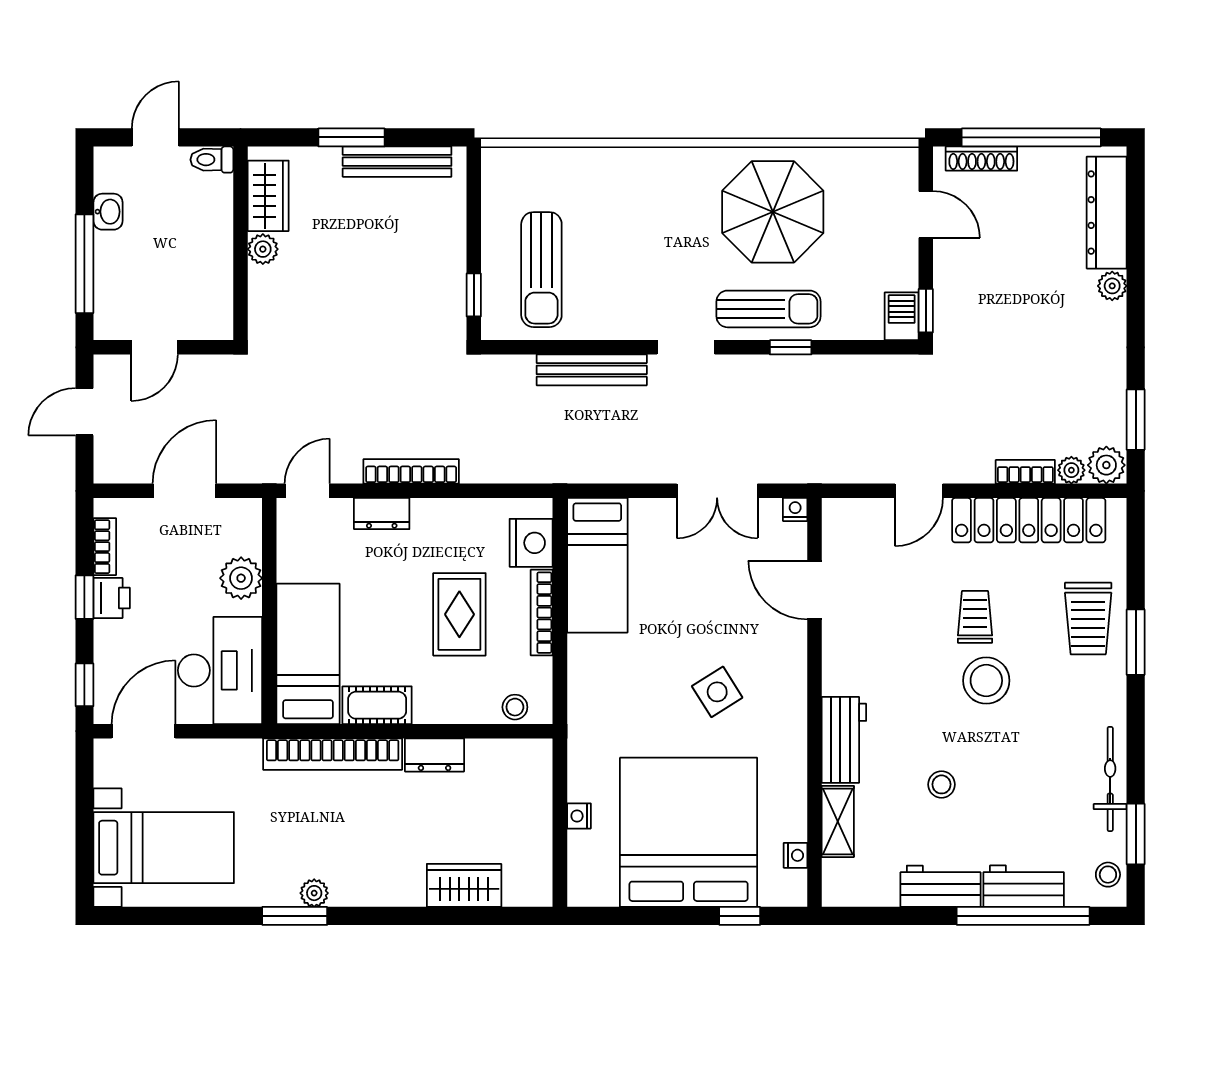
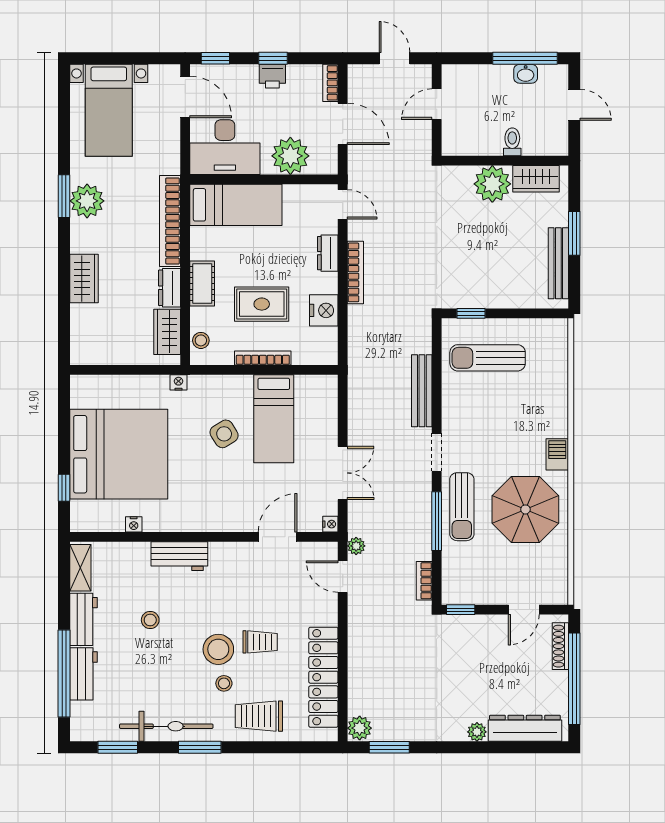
toilet: (212, 160) -> (512, 142), moved
plant: (263, 249) -> (492, 184), width x1.87, depth x1.87
window: (84, 264) -> (525, 58), moved
barbecue: (902, 316) -> (557, 454), moved, turned -90
door: (154, 347) -> (437, 104), hinge flipped
window: (791, 347) -> (437, 521), width x2.17
plant: (1071, 470) -> (356, 546), moved
bookcase: (1025, 472) -> (424, 581), moved, turned 180
double door: (717, 491) -> (343, 473), swing flipped
door: (919, 491) -> (343, 577), moved
nightstand: (531, 543) -> (324, 310), moved, turned -90
bookcase: (105, 547) -> (330, 83), moved, turned 90
bed: (597, 565) -> (274, 419), moved, turned -90
plant: (241, 578) -> (290, 156), width x1.36, depth x1.36
window: (1136, 642) -> (200, 747), moved
side table: (717, 692) -> (224, 434), moved
cot: (377, 705) -> (202, 283), moved
wardrobe: (502, 759) -> (167, 332), added
bicycle: (1110, 779) -> (166, 726), width x1.37, depth x1.40
nightstand: (579, 816) -> (179, 382), moved
shelving: (838, 821) -> (80, 568), moved, turned 90
nightstand: (796, 855) -> (134, 524), moved
stool: (1108, 875) -> (224, 683), moved
wardrobe: (464, 885) -> (84, 279), moved
plant: (314, 893) -> (87, 201), width x1.87, depth x1.87

